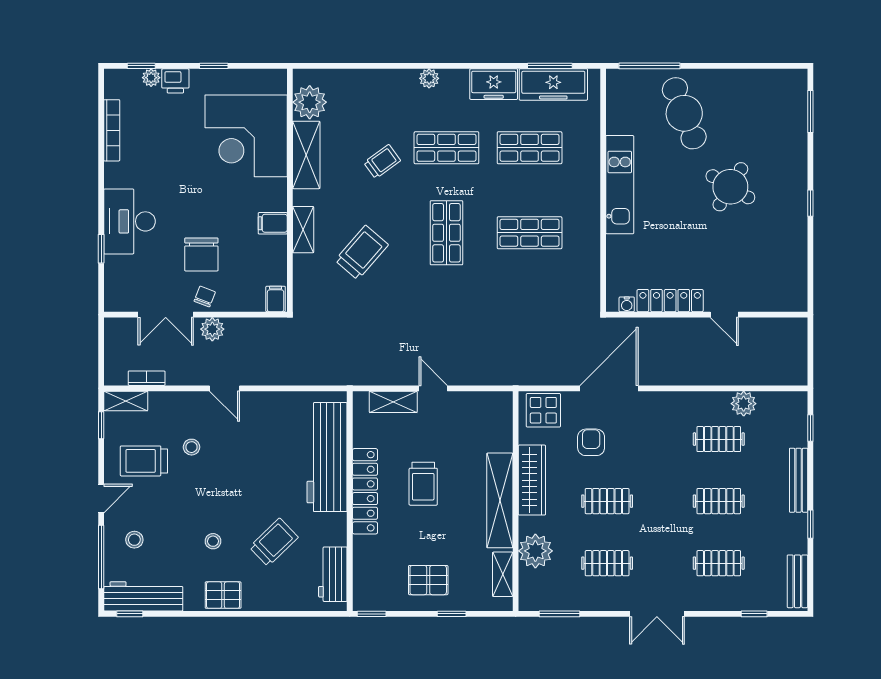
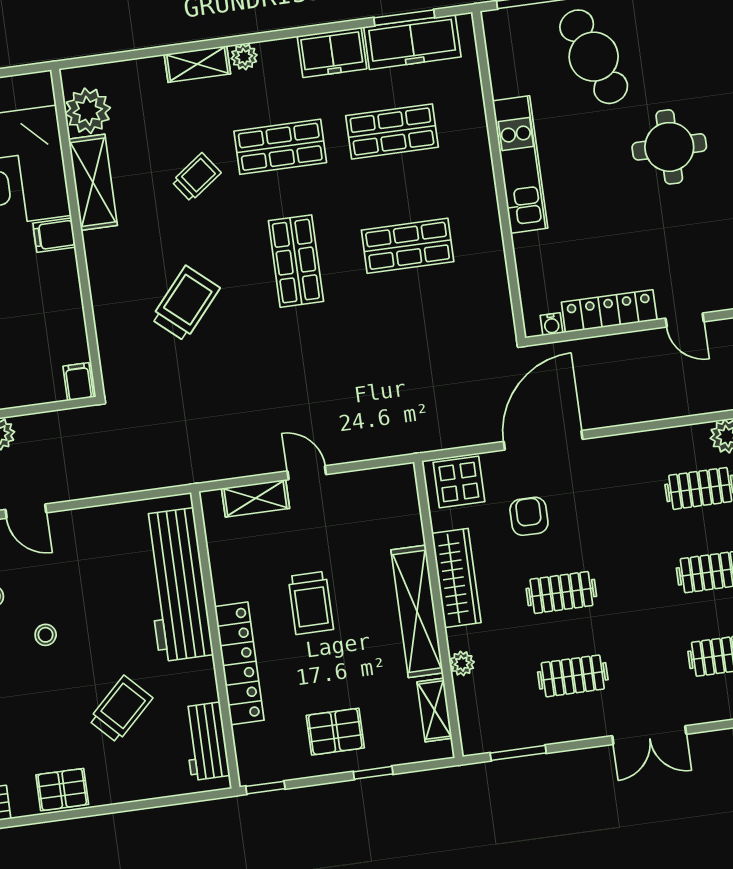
round table: (730, 187) -> (669, 147), turned -31
filing cabinet: (273, 223) -> (54, 235), moved
shelving: (303, 230) -> (197, 64), moved, turned 90
locker: (365, 491) -> (239, 663), moved
stool: (213, 541) -> (46, 635), moved
plant: (535, 551) -> (462, 663), width x0.53, depth x0.53

